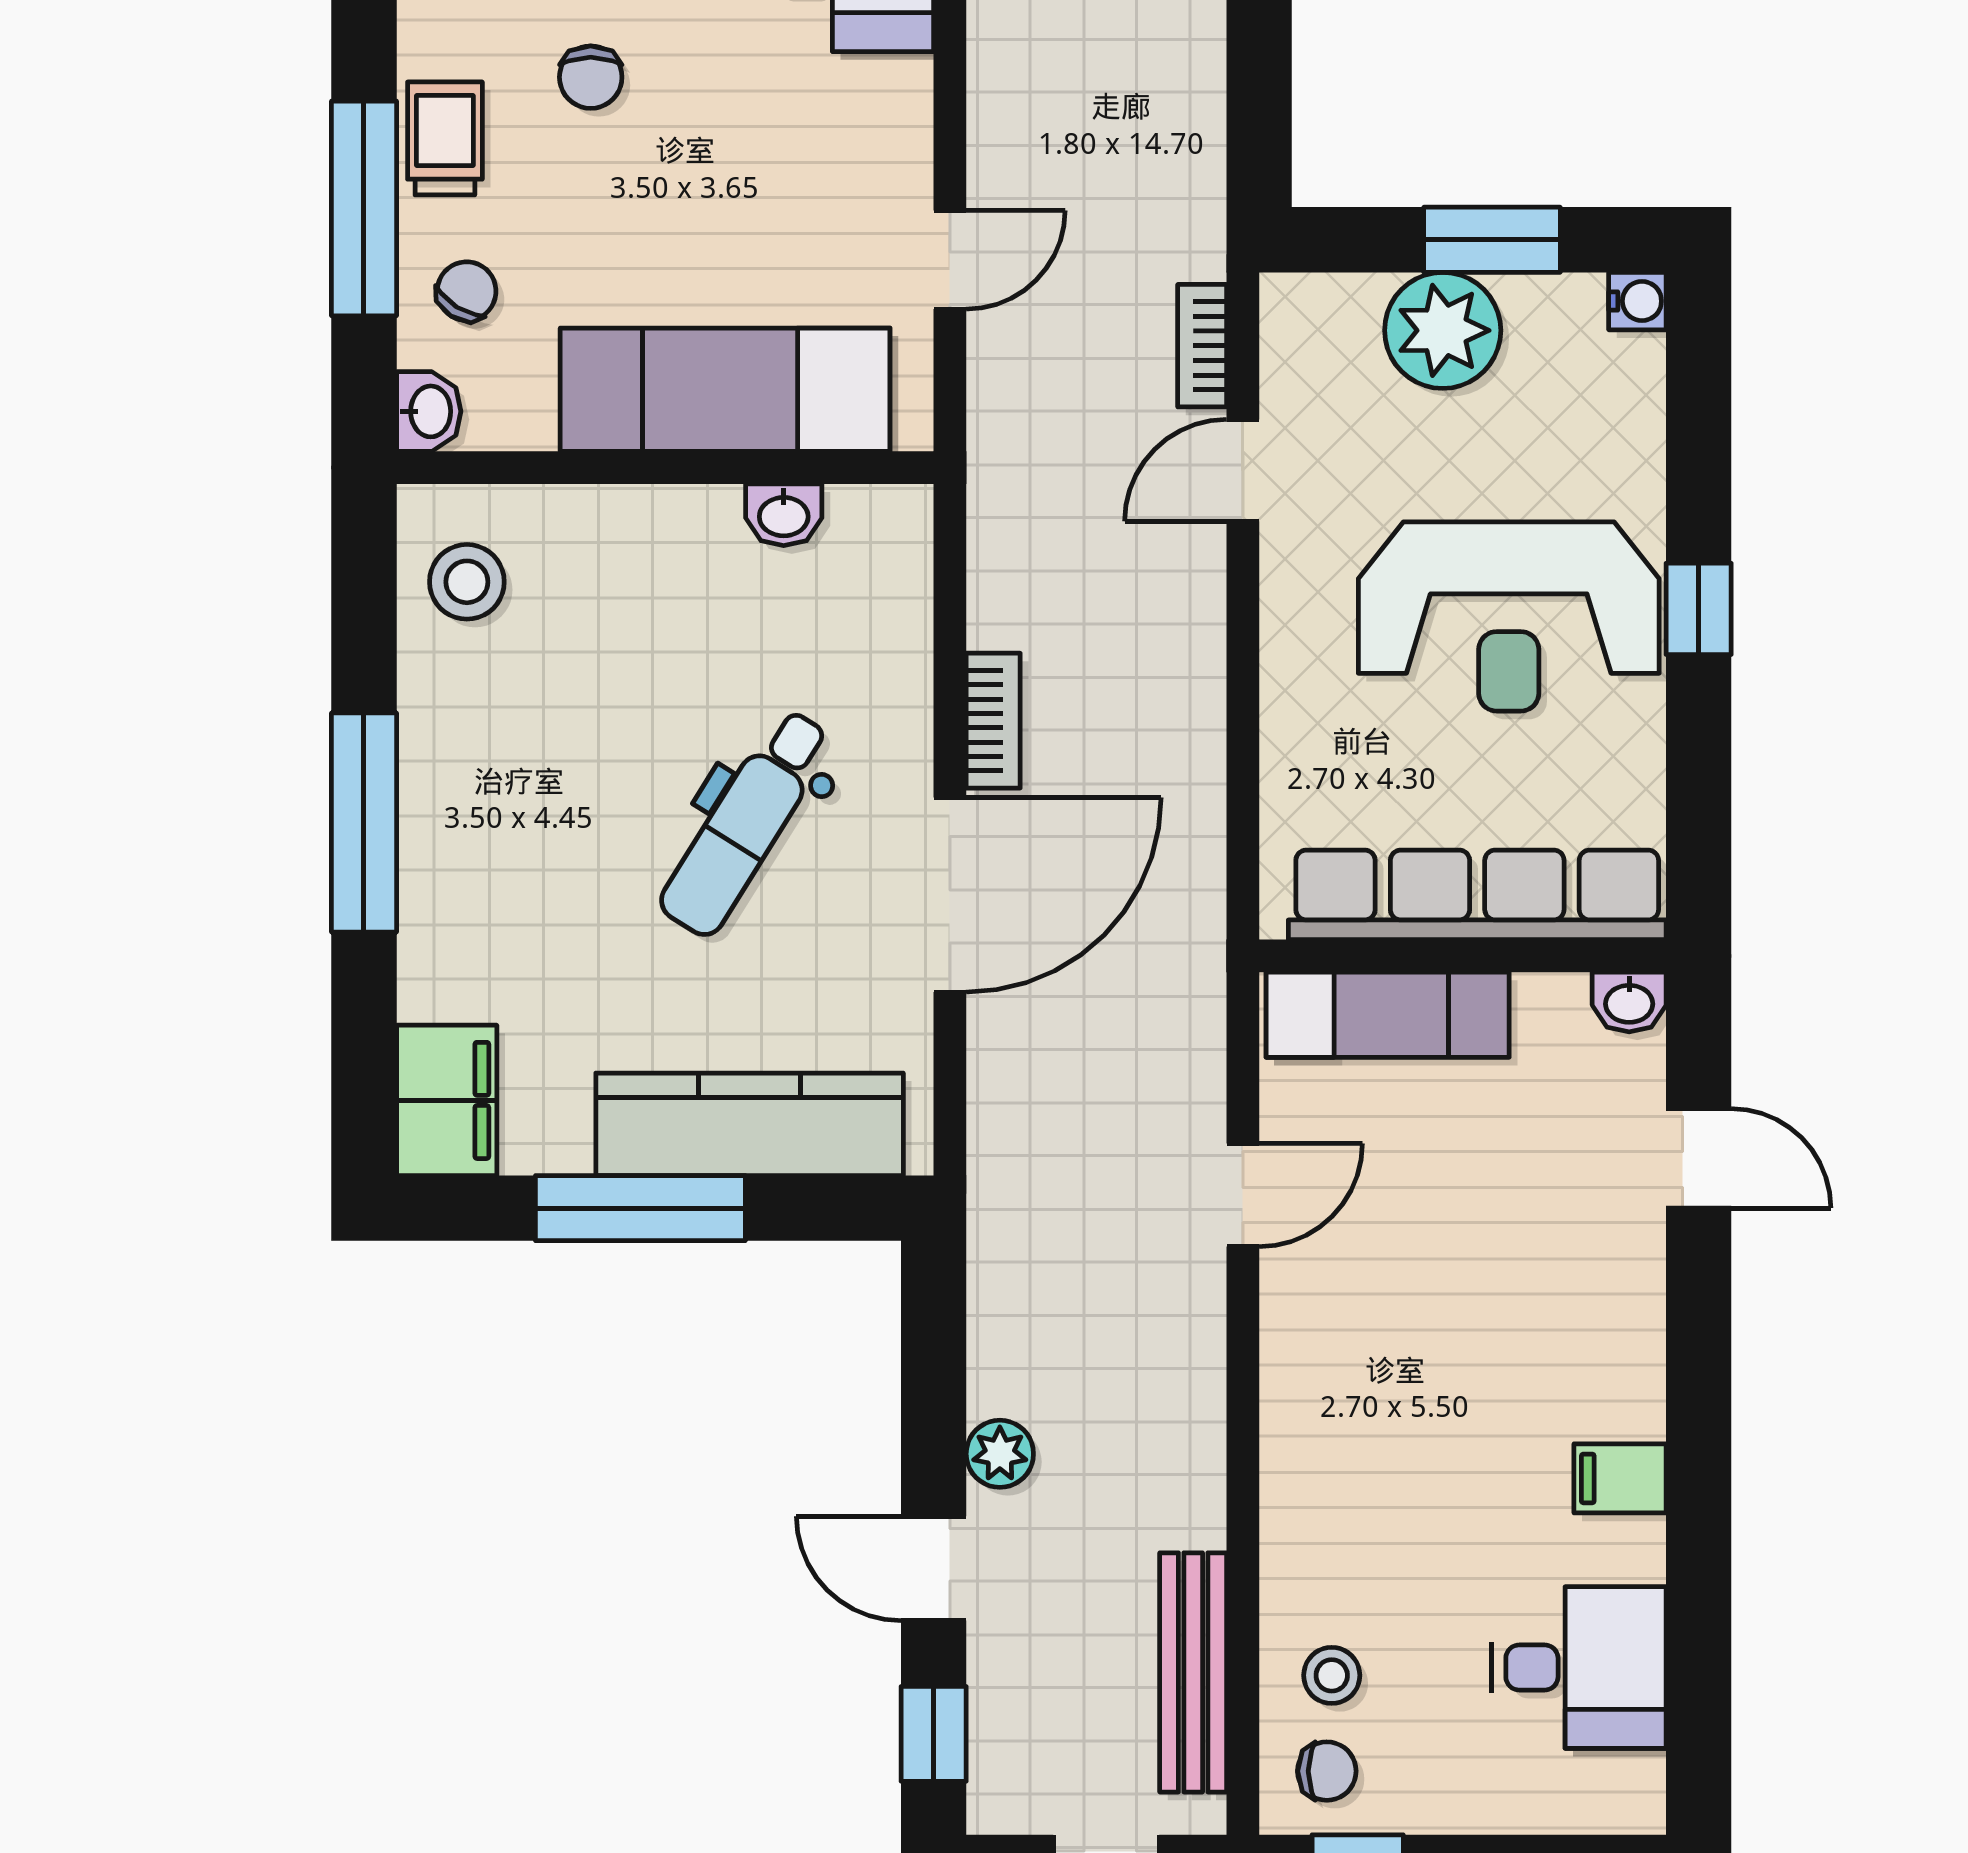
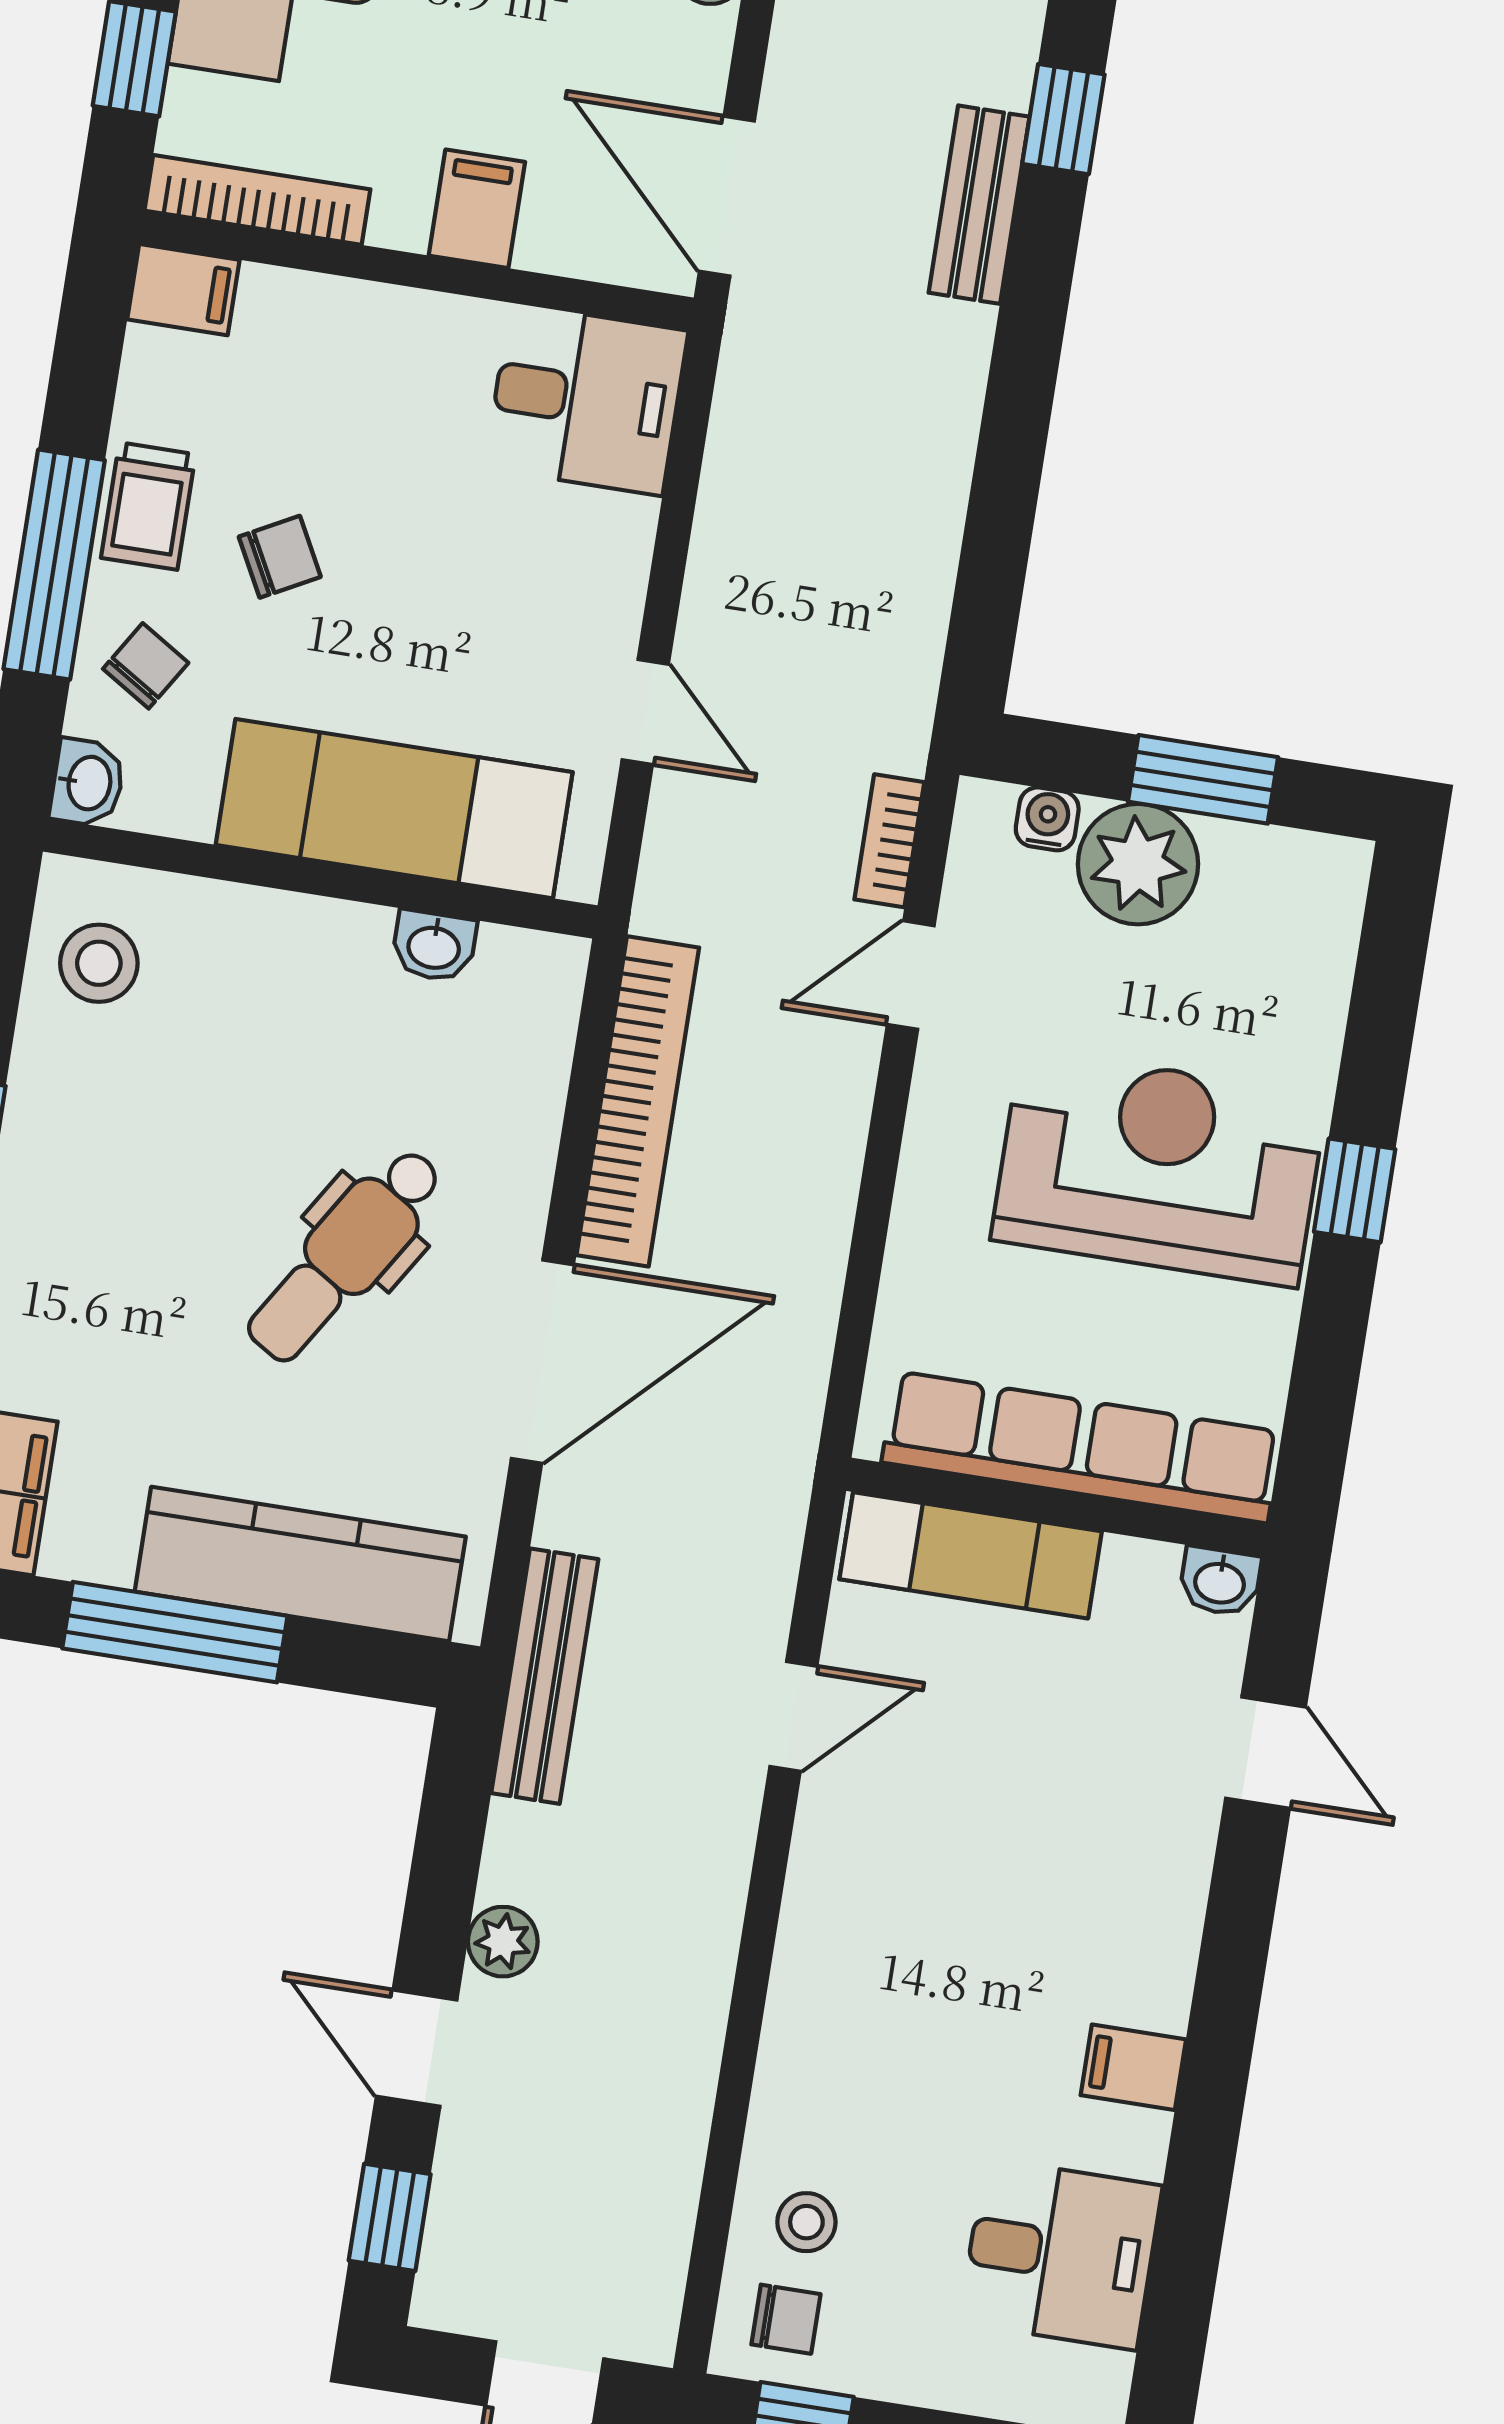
chair: (591, 77) -> (280, 557), moved, turned -118
trolley: (445, 138) -> (148, 506), turned 180
door: (950, 260) -> (645, 712), hinge flipped
water cooler: (1637, 301) -> (1047, 819), moved, turned -90
reception desk: (1509, 616) -> (1159, 1167), turned 180
bookcase: (993, 721) -> (638, 1101), width x2.31, depth x1.31
bench: (1193, 1672) -> (545, 1676), moved

